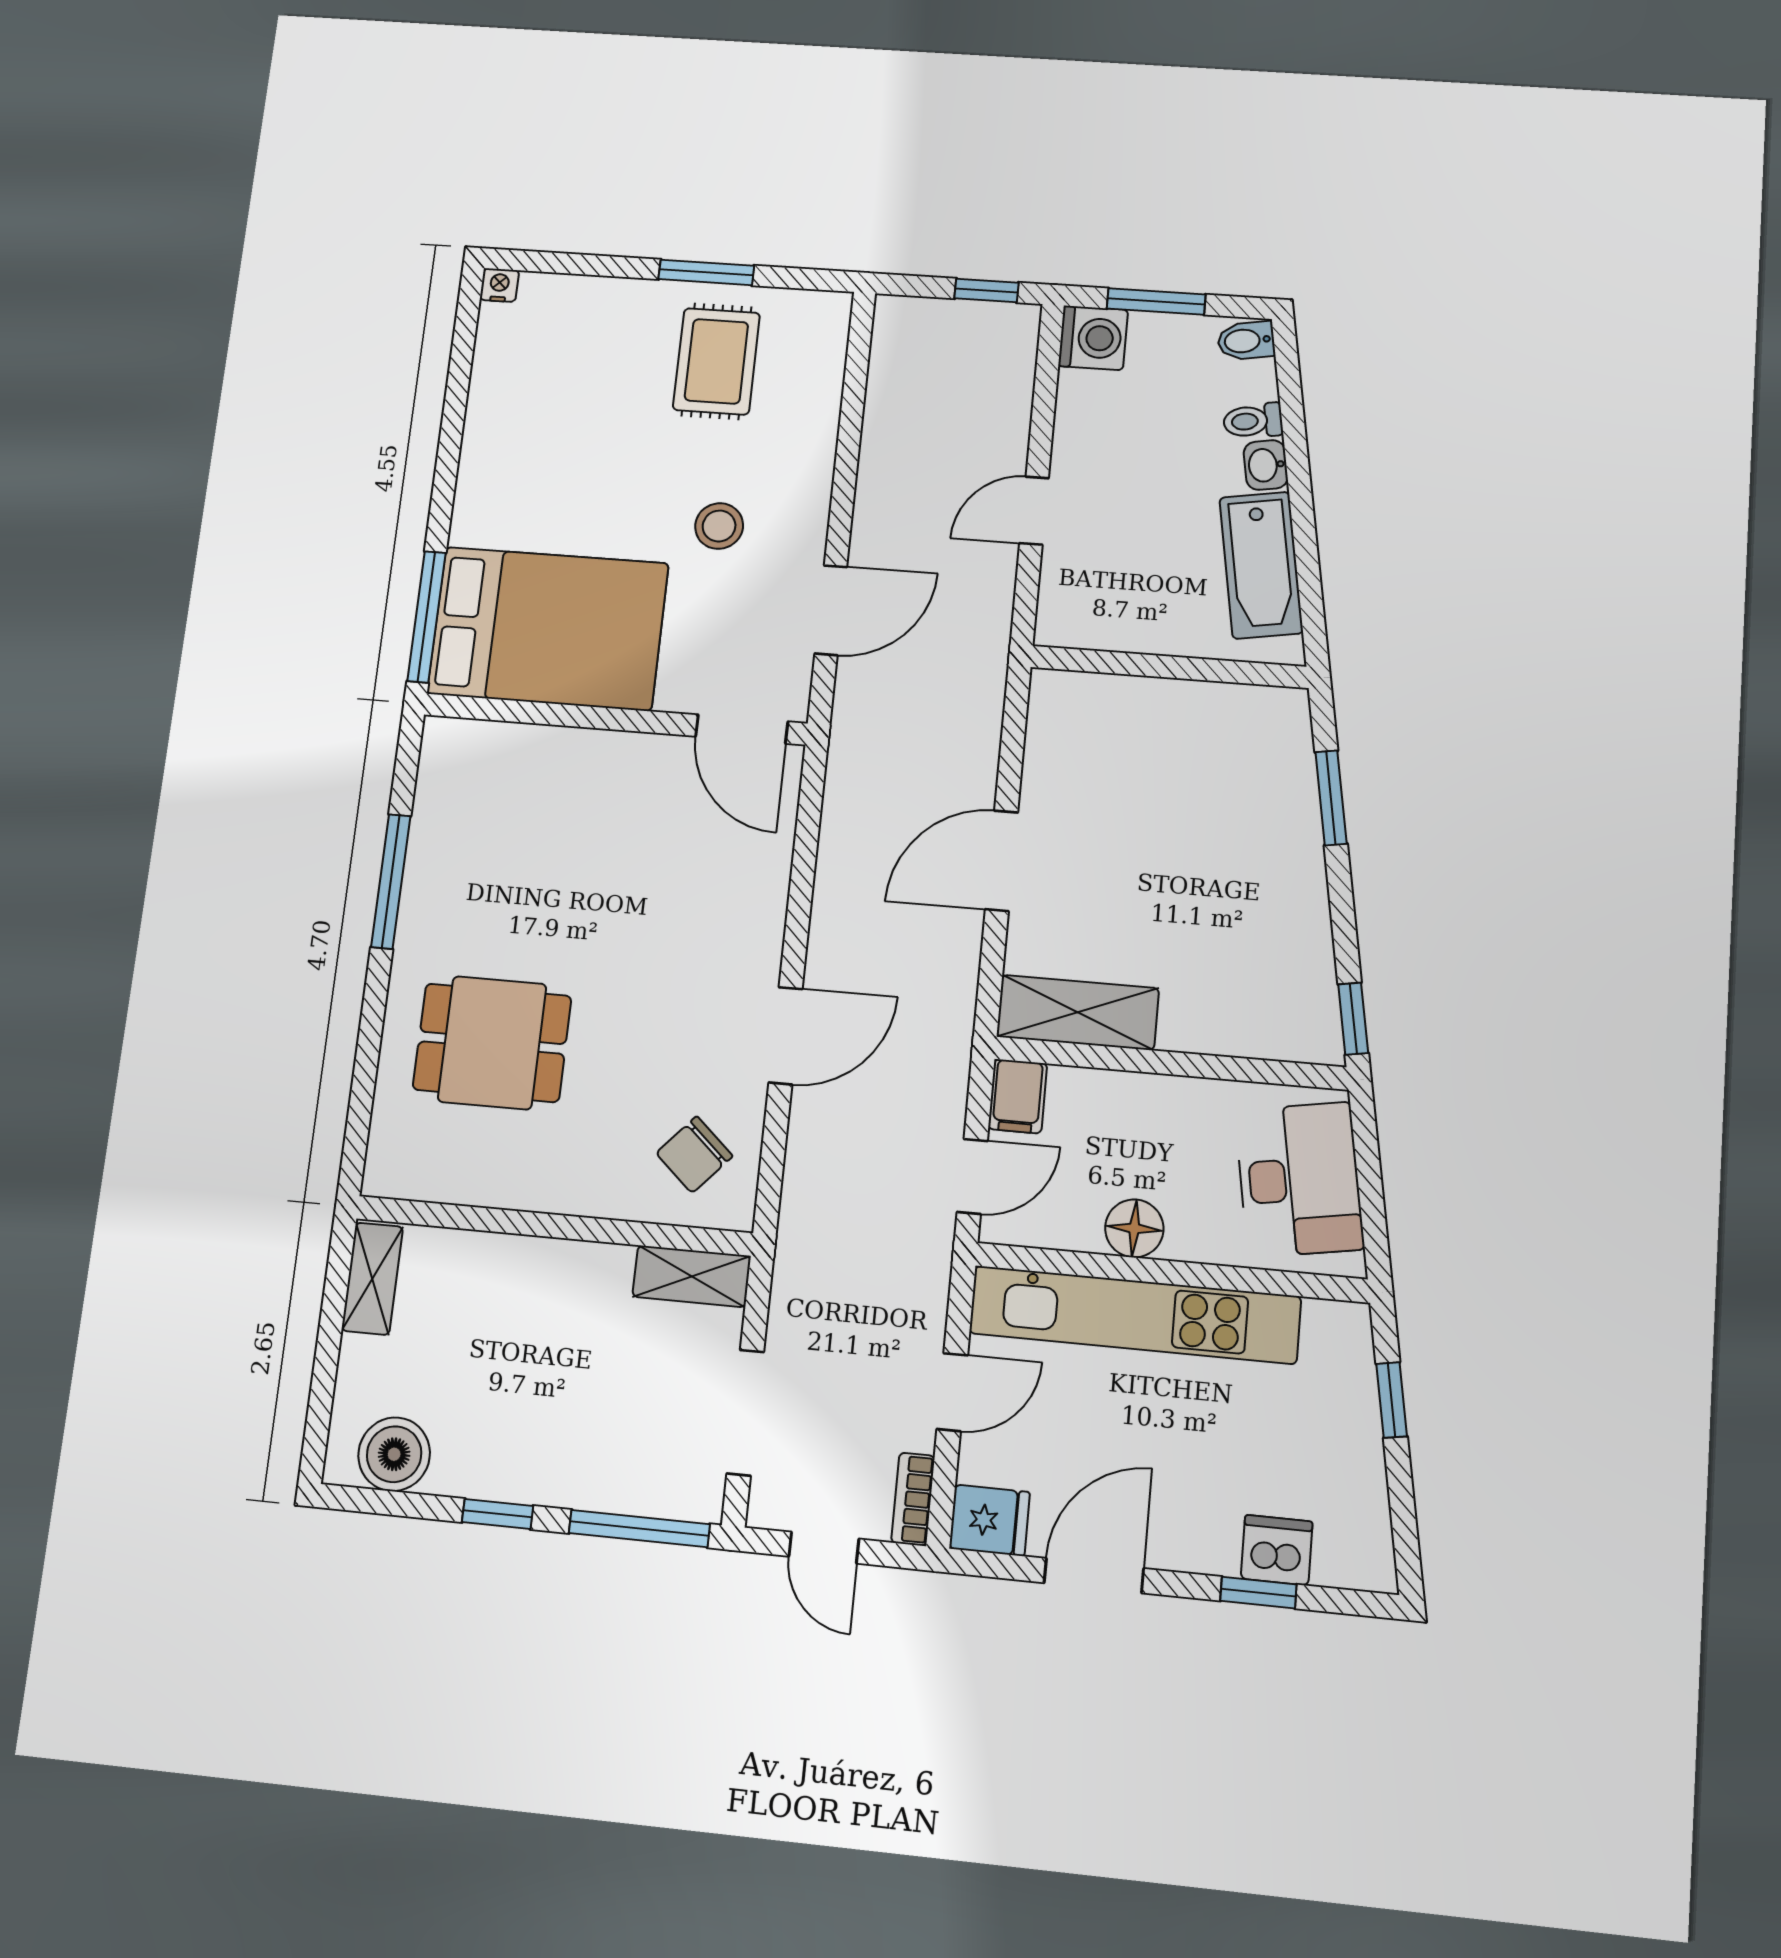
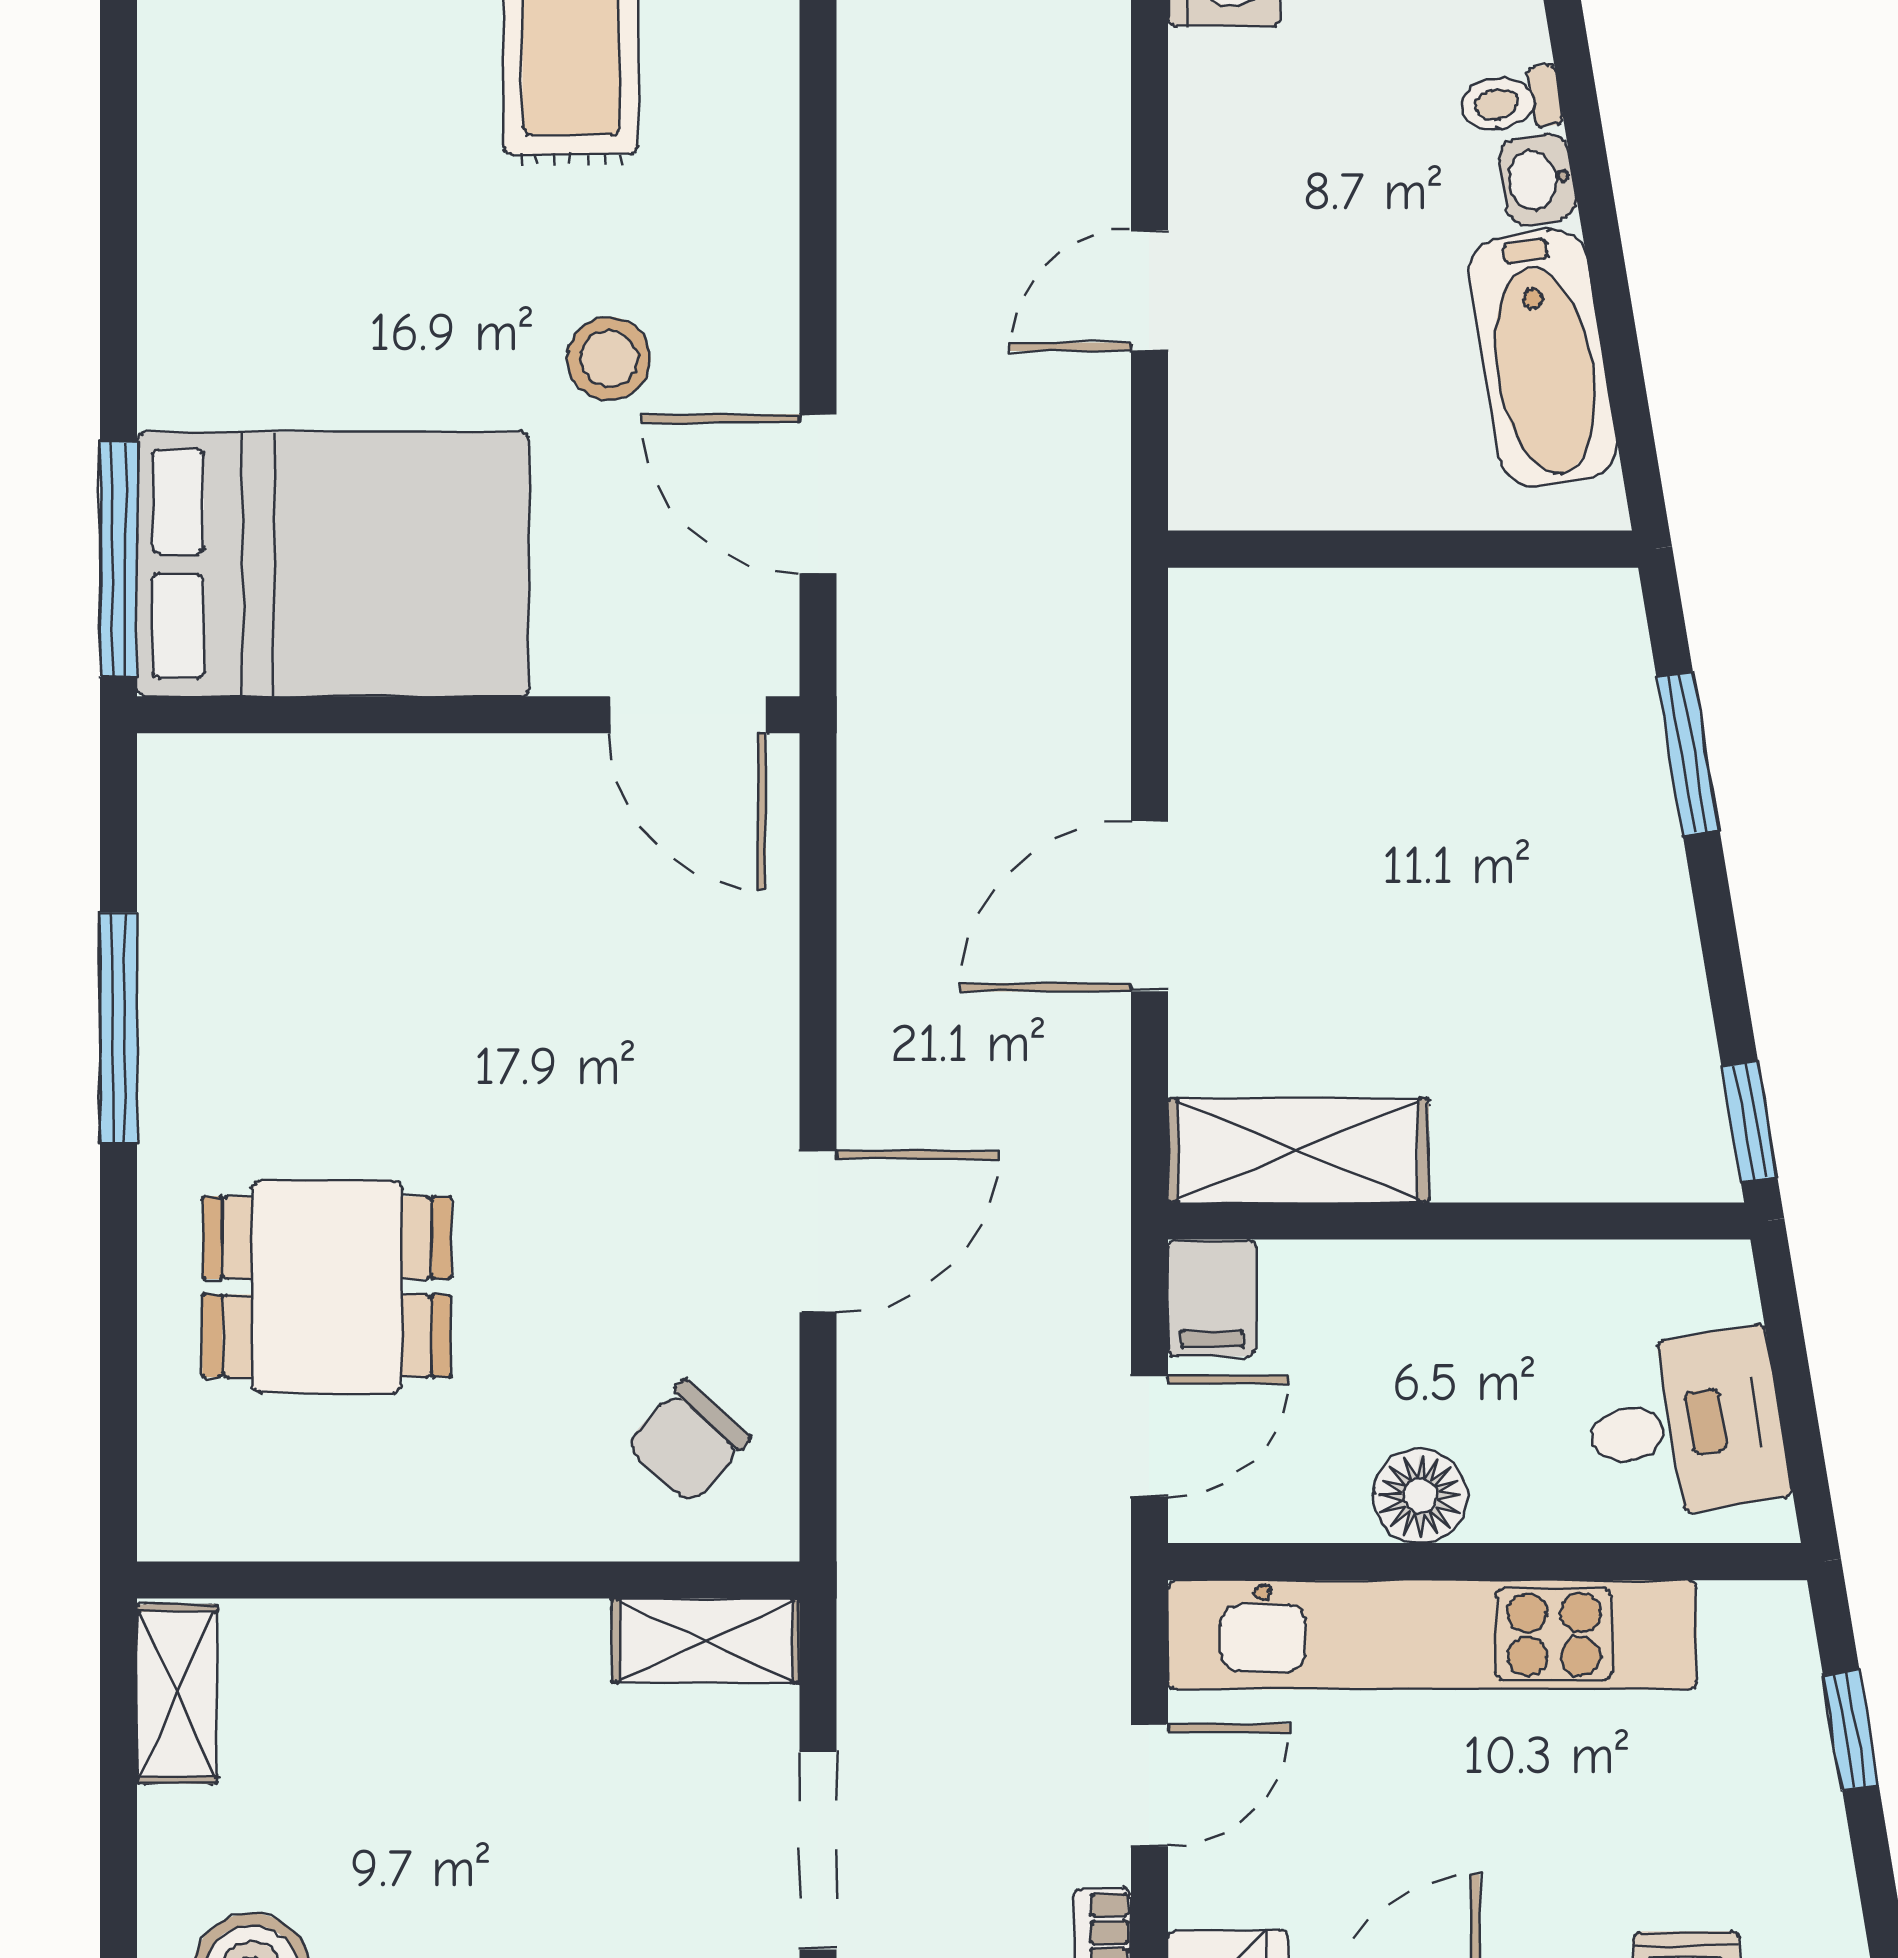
door: (831, 610) -> (818, 494), swing flipped
desk: (1299, 1180) -> (1685, 1425), width x0.73

